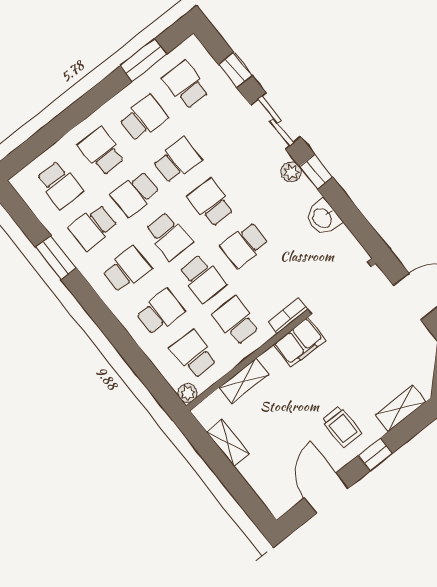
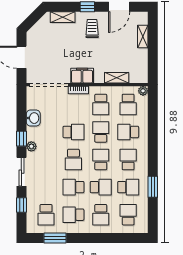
school desk: (127, 269) -> (128, 160), turned 90
shelving: (228, 443) -> (143, 36), moved

